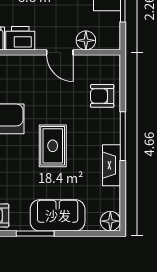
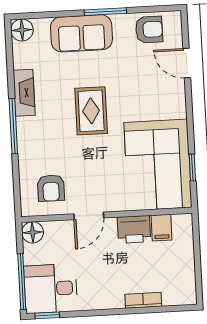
floor lamp: (86, 40) -> (33, 232), moved
door: (60, 52) -> (89, 216), swing flipped
armchair: (102, 96) -> (51, 188), moved, turned 90

